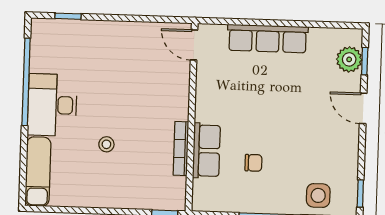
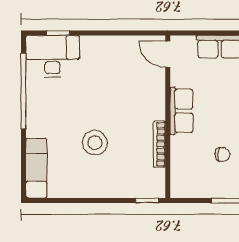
desk: (52, 105) -> (52, 56), moved, turned 90
stool: (106, 144) -> (95, 143), width x1.89, depth x1.89
row of seats: (206, 151) -> (181, 111), moved

